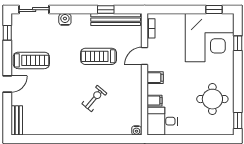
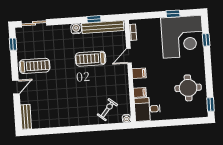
window: (214, 10) -> (173, 14), moved
water cooler: (65, 19) -> (76, 29), moved
exercise bike: (94, 98) -> (107, 110), moved

